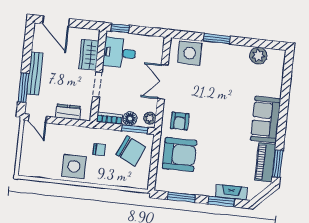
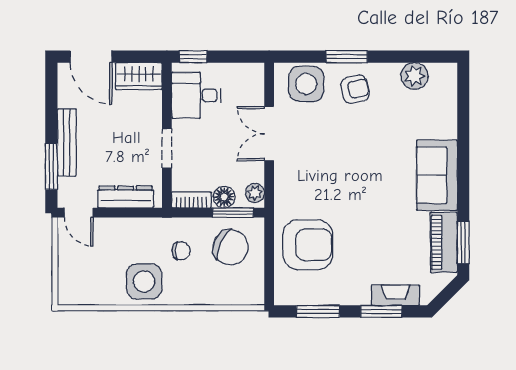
wardrobe: (89, 55) -> (139, 76), moved, turned -90
dresser: (68, 112) -> (126, 197), width x1.44
armchair: (180, 121) -> (355, 89), moved, turned -102

